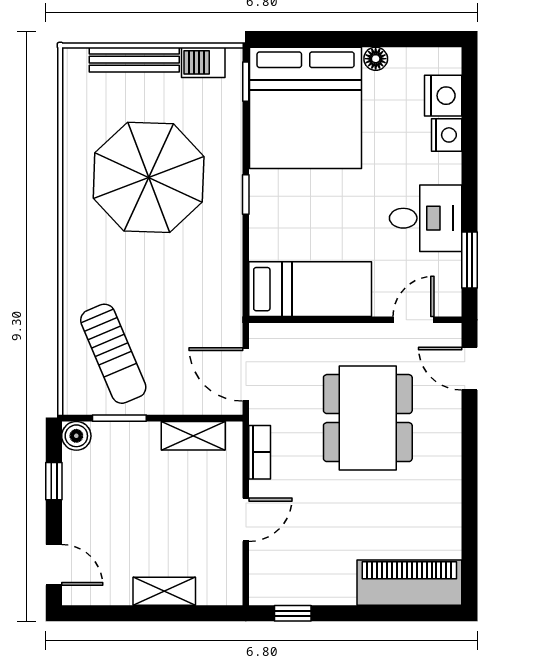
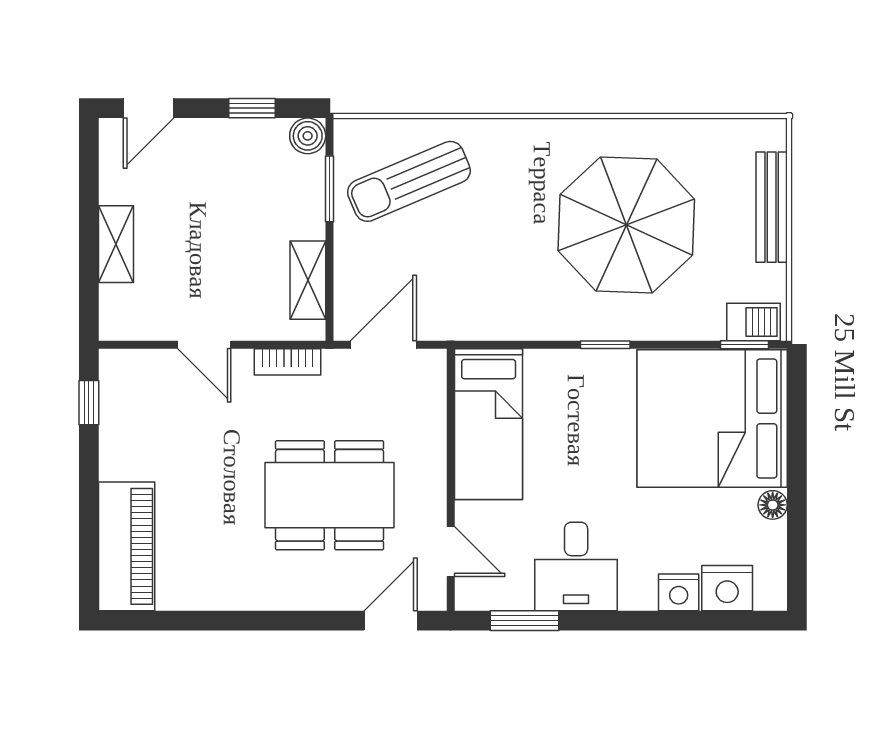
barbecue: (203, 62) -> (753, 322), moved, turned 90

